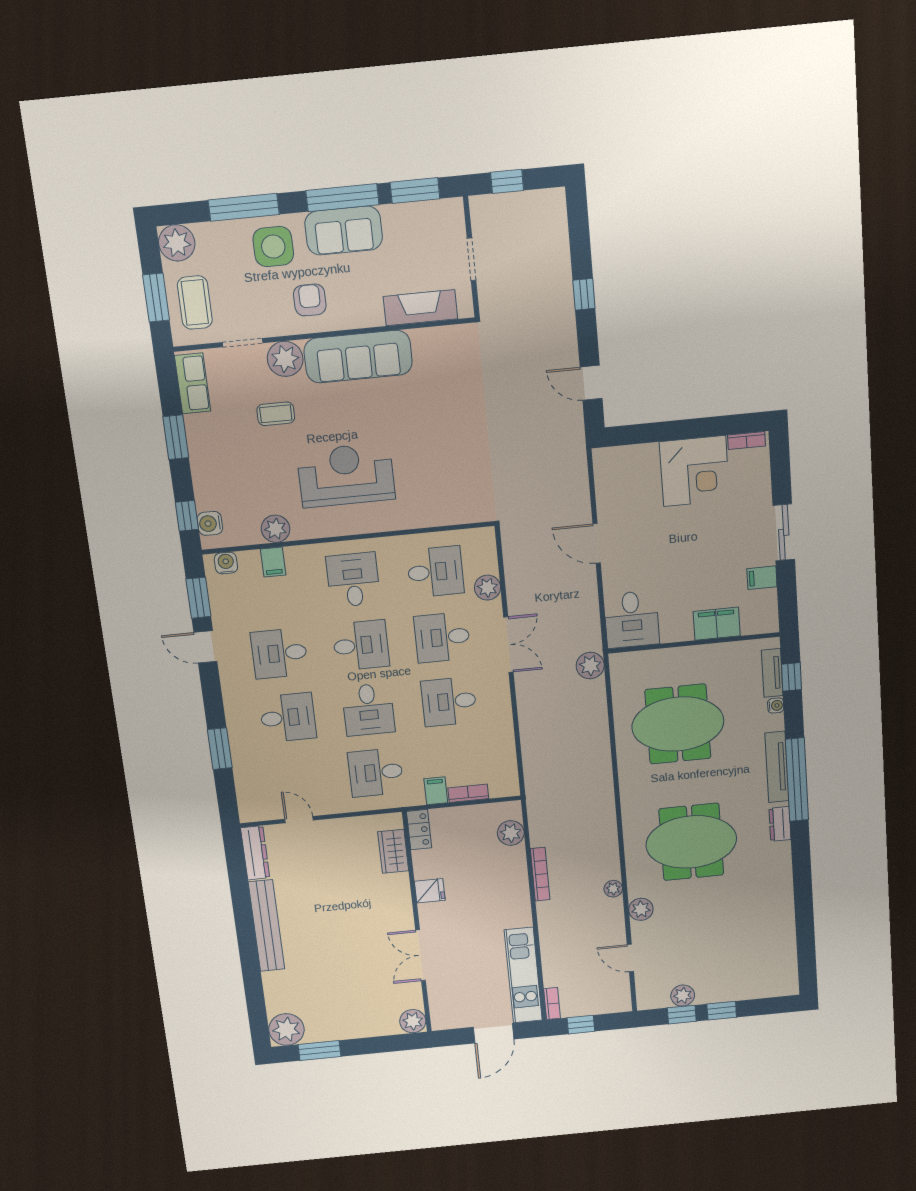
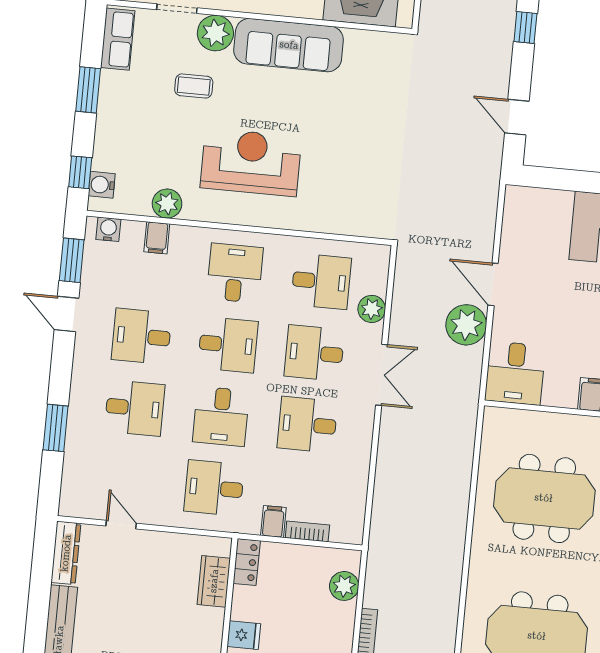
plant: (590, 666) -> (466, 325), moved, width x1.36, depth x1.36

